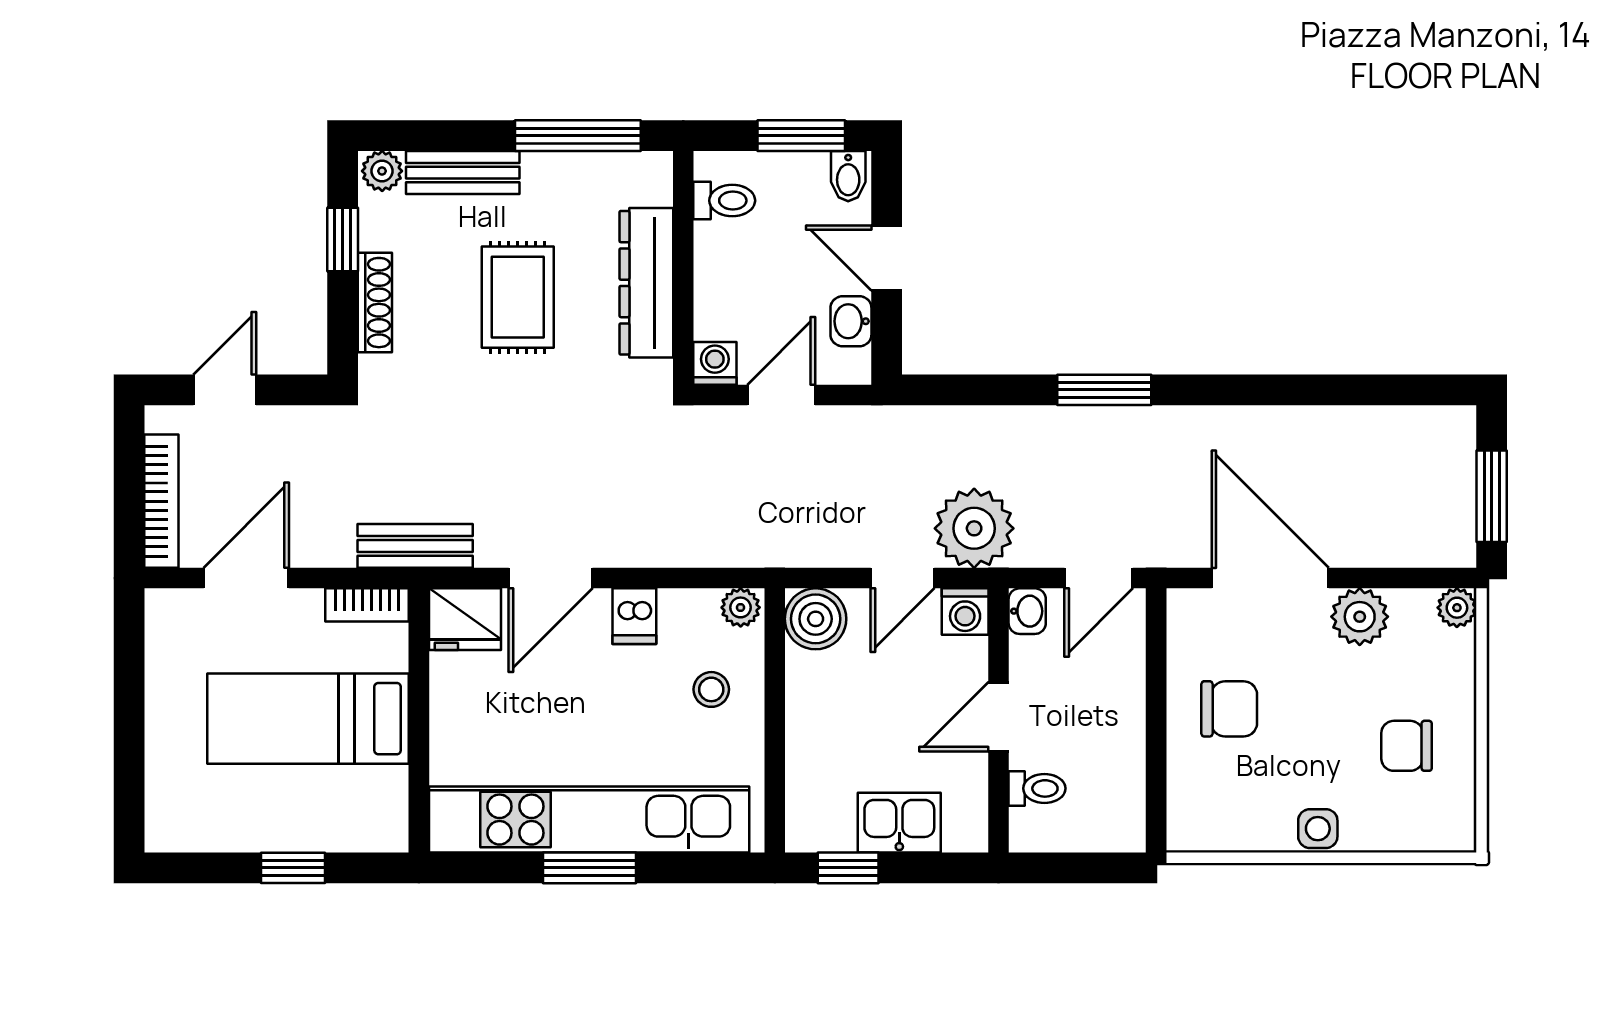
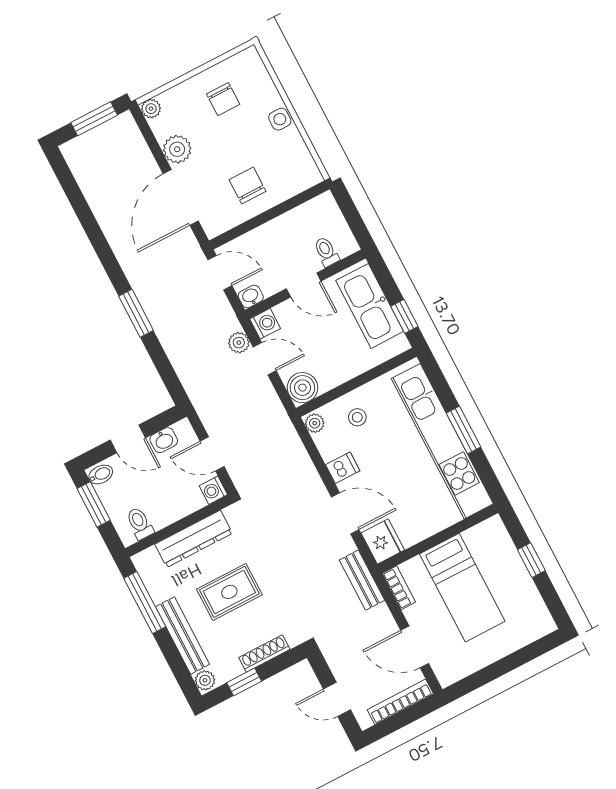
bench: (463, 173) -> (182, 635), width x1.36
door: (887, 258) -> (128, 439), hinge flipped
plant: (974, 528) -> (239, 343), width x0.53, depth x0.53
kitchen sink: (899, 823) -> (370, 306), width x1.88, depth x1.24

